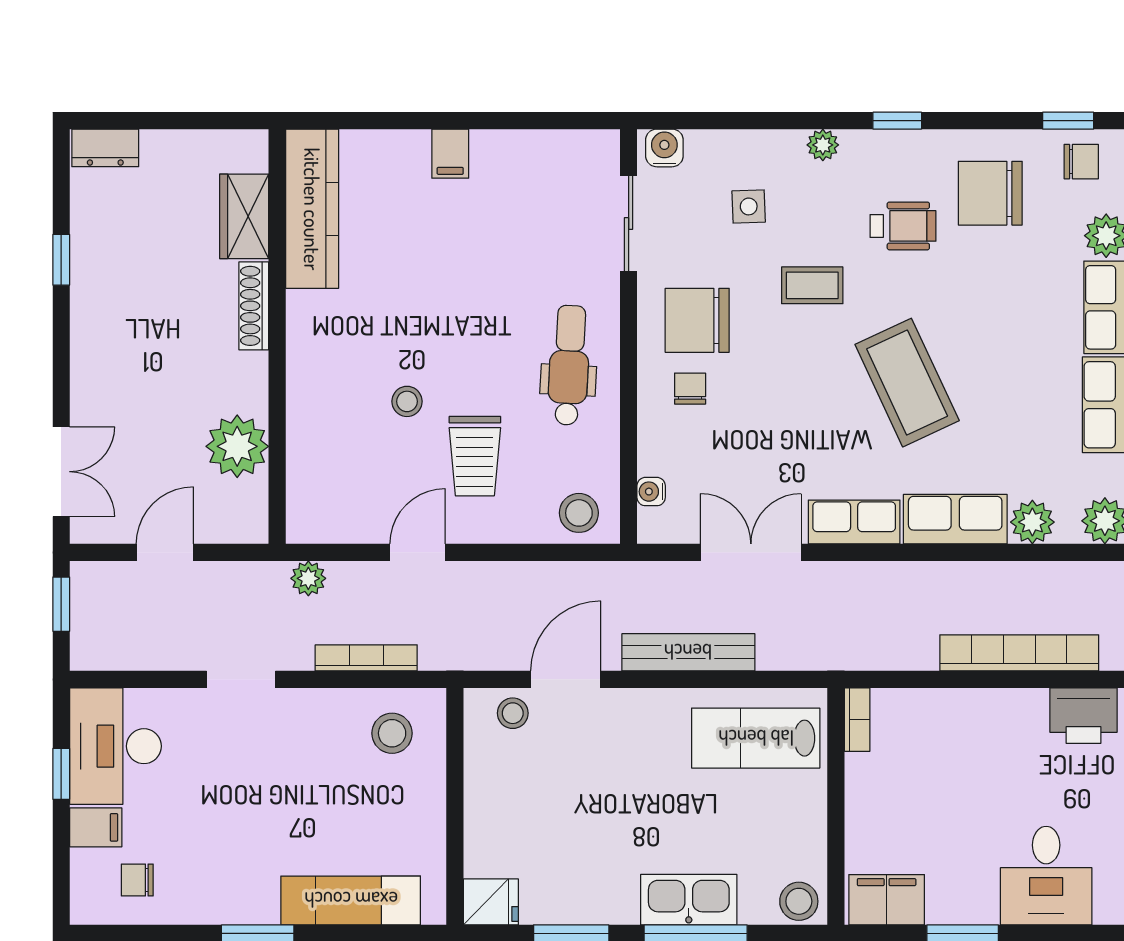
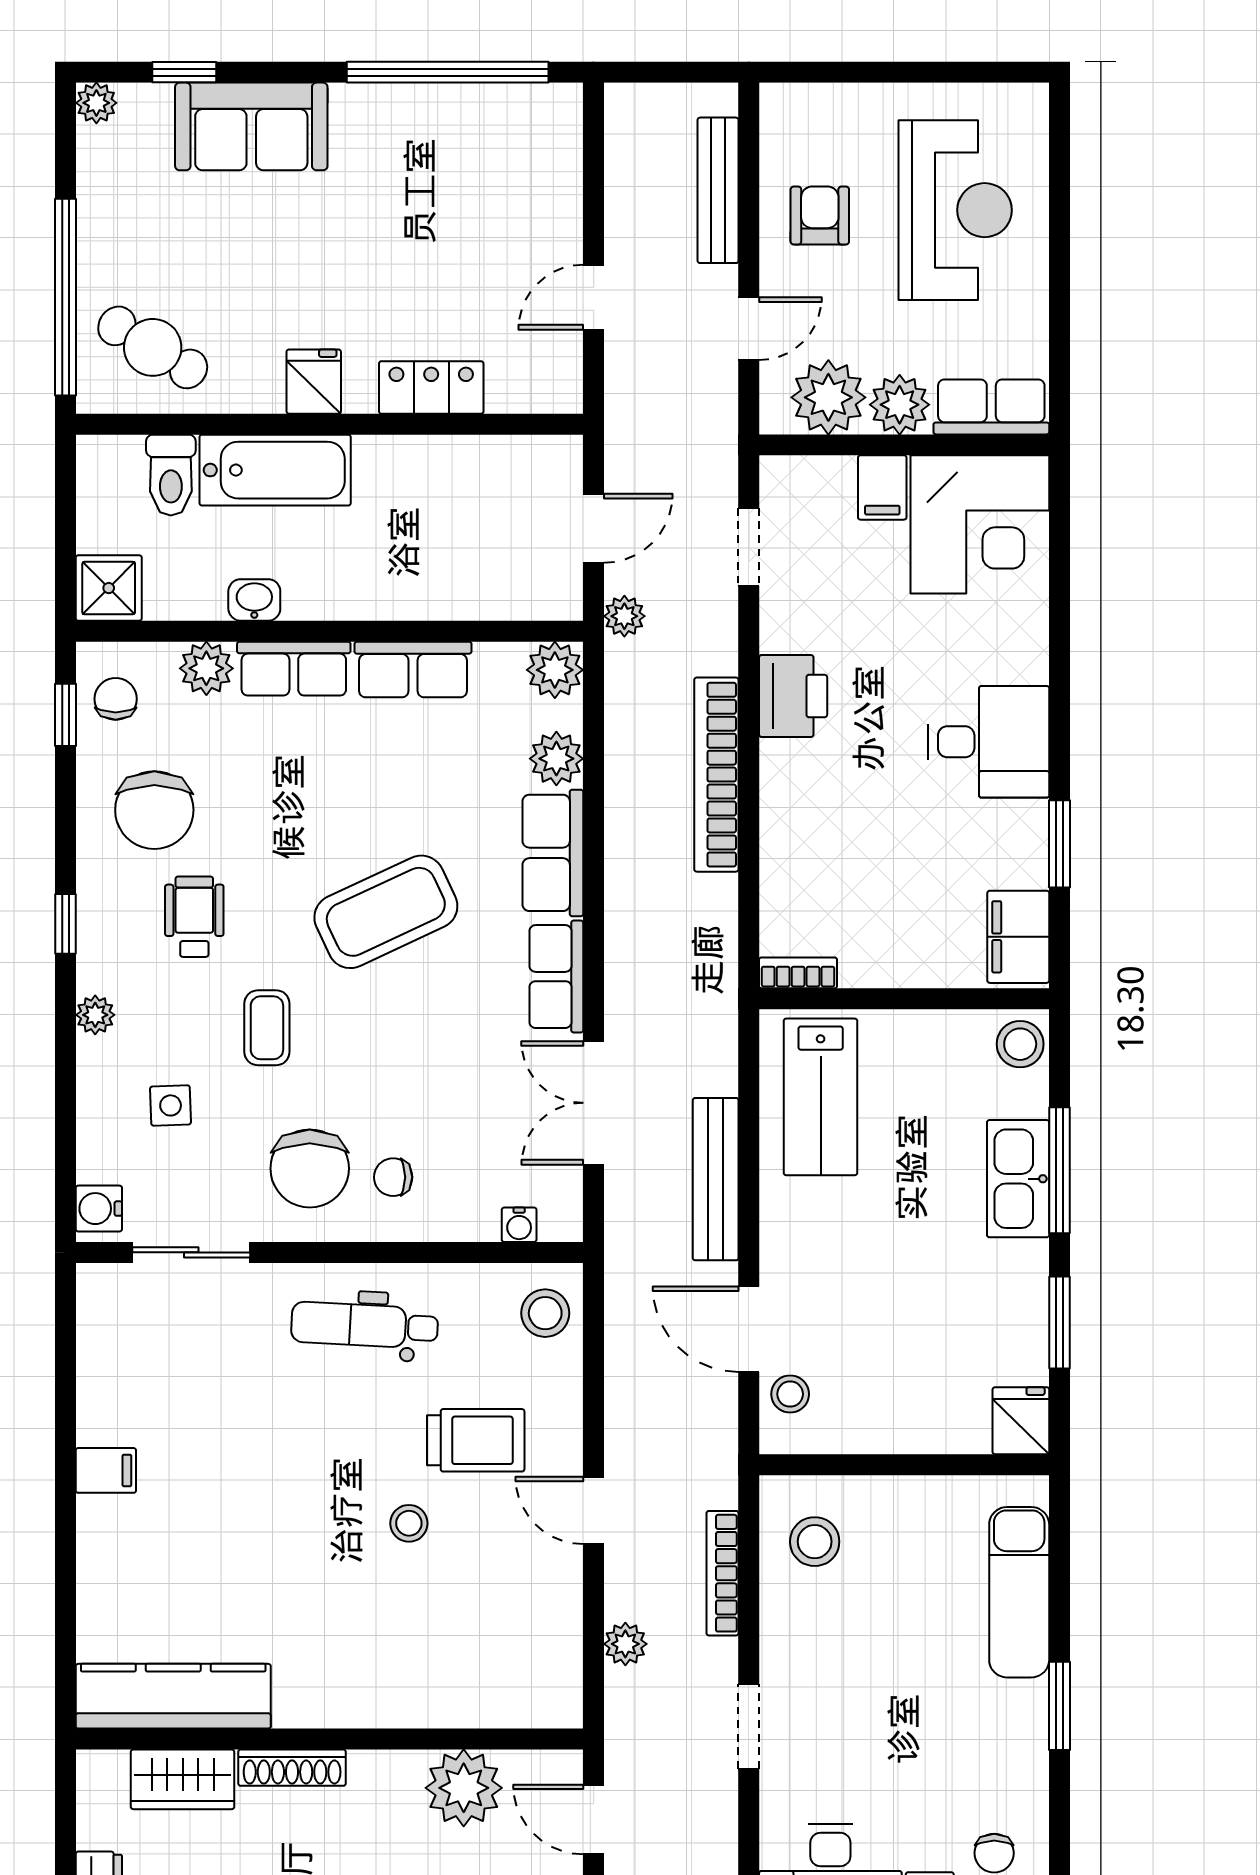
kitchen counter: (312, 209) -> (173, 1696), moved
wardrobe: (244, 216) -> (183, 1779), moved
shoe rack: (254, 306) -> (292, 1768), moved
wall: (277, 337) -> (330, 1739), moved
plant: (237, 446) -> (464, 1788), moved

